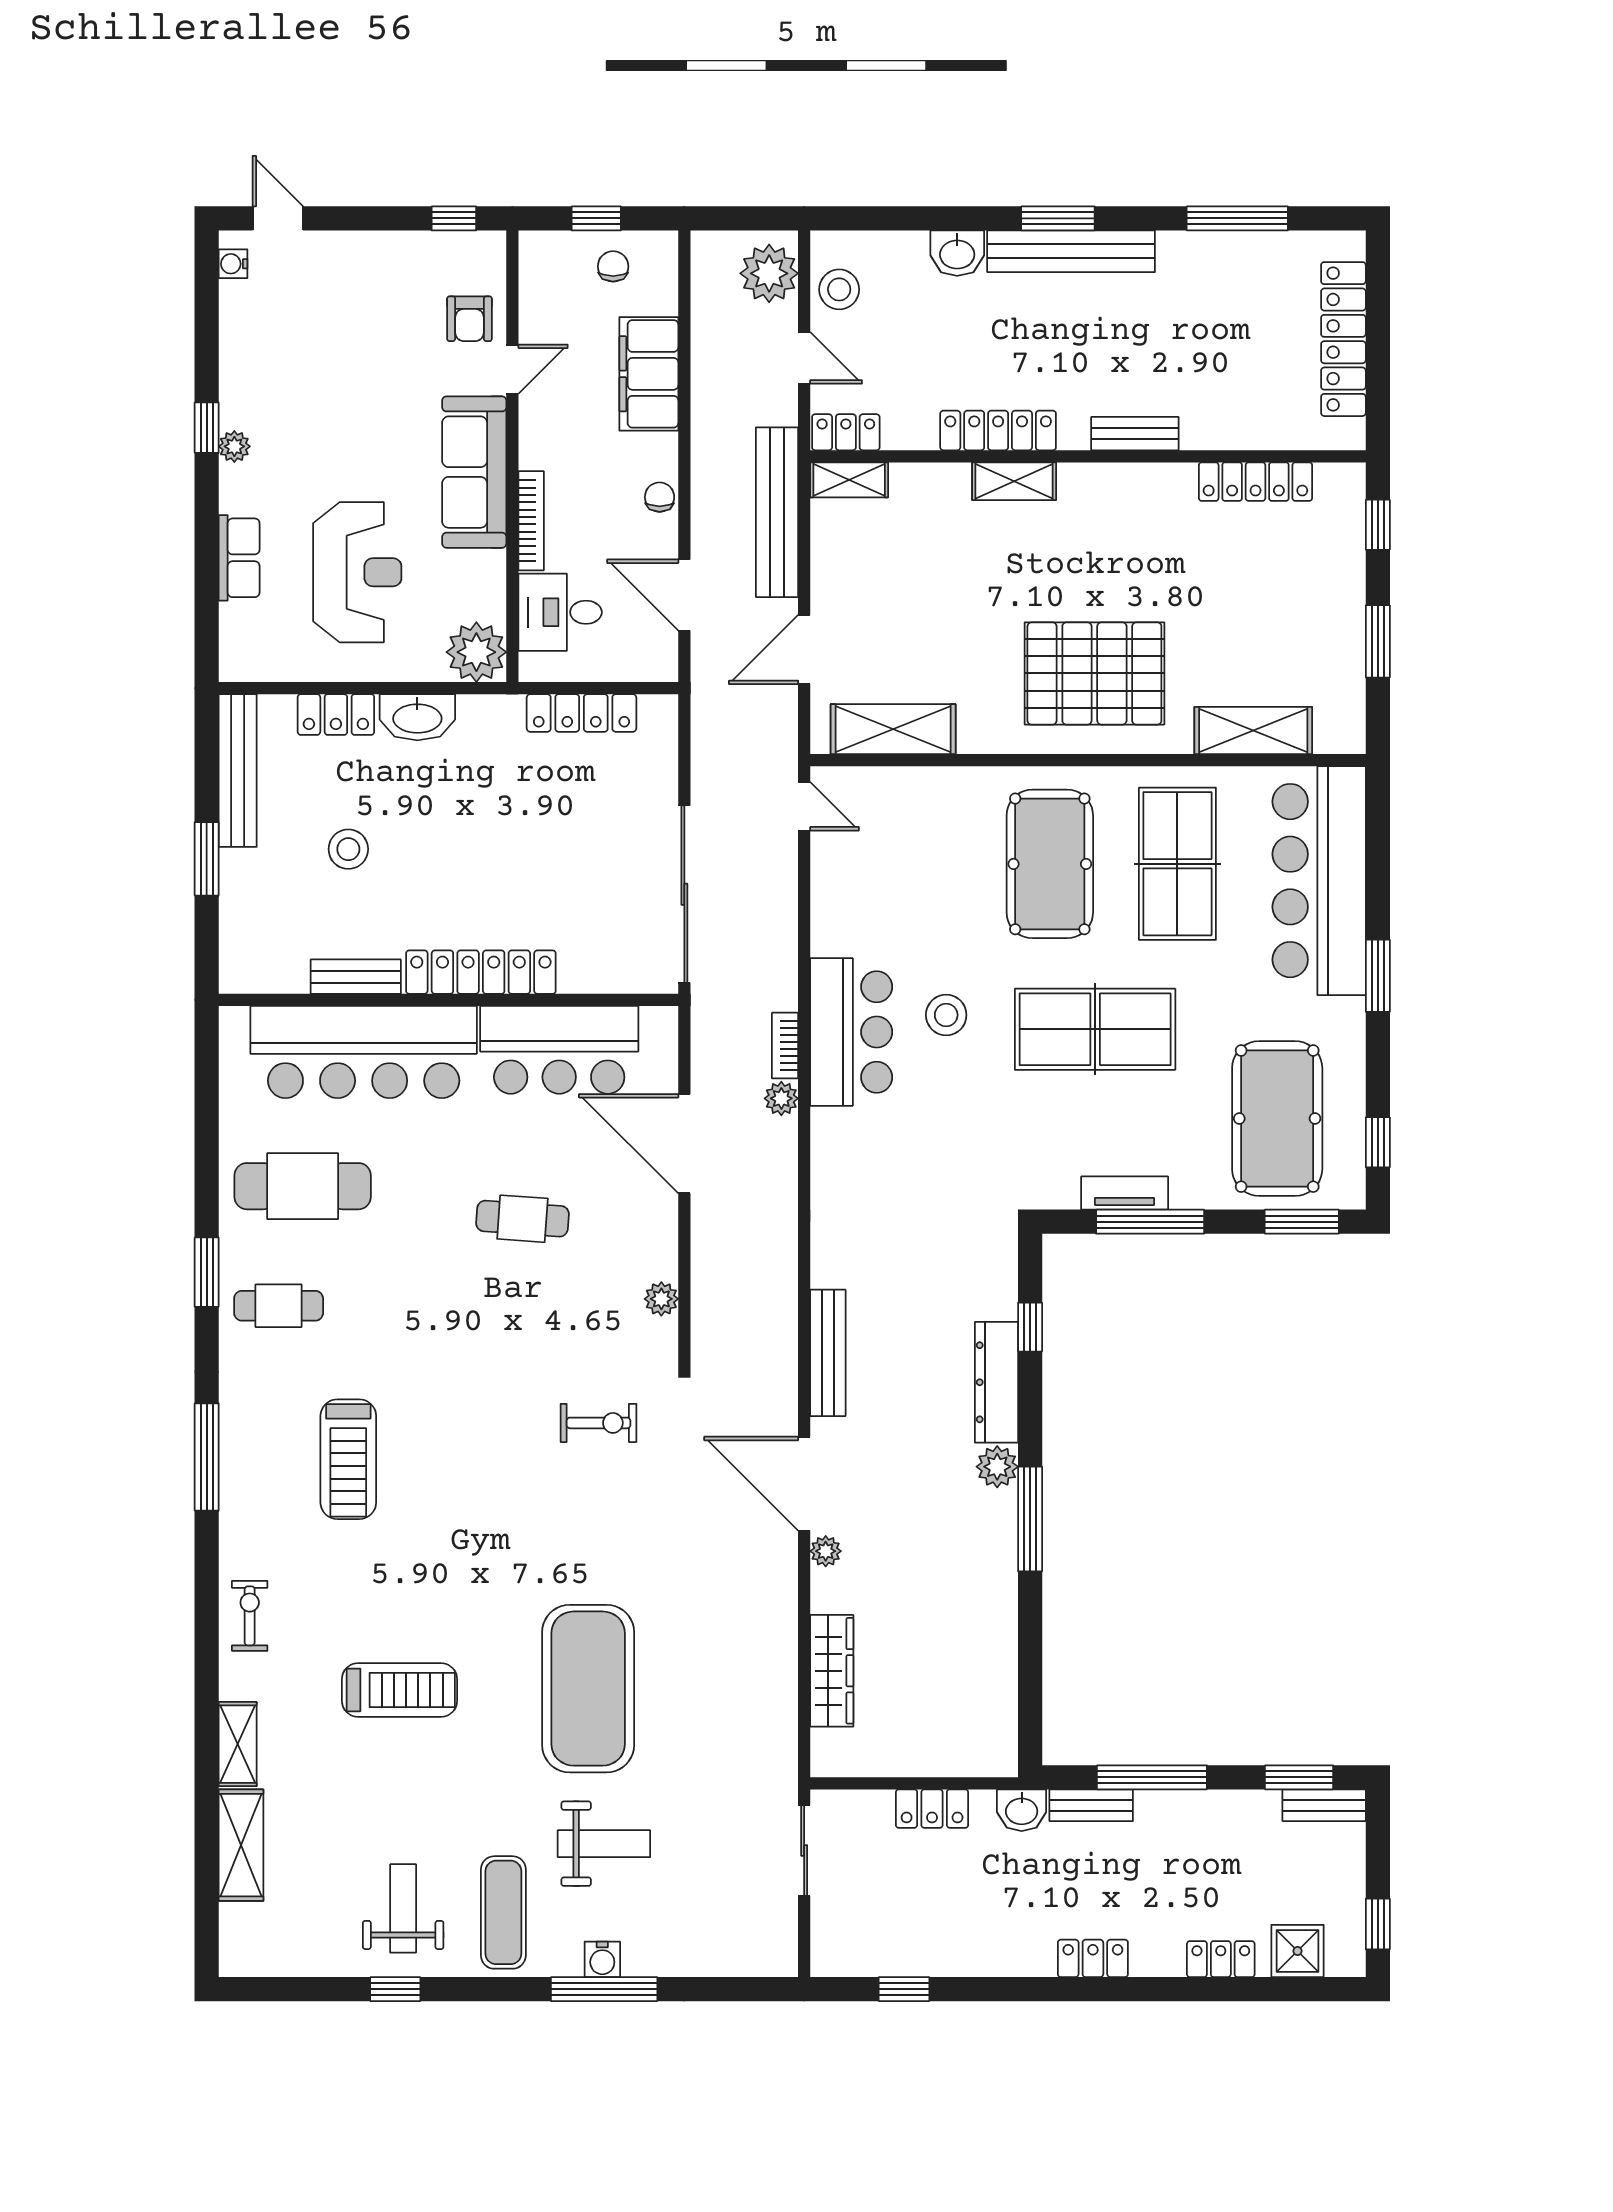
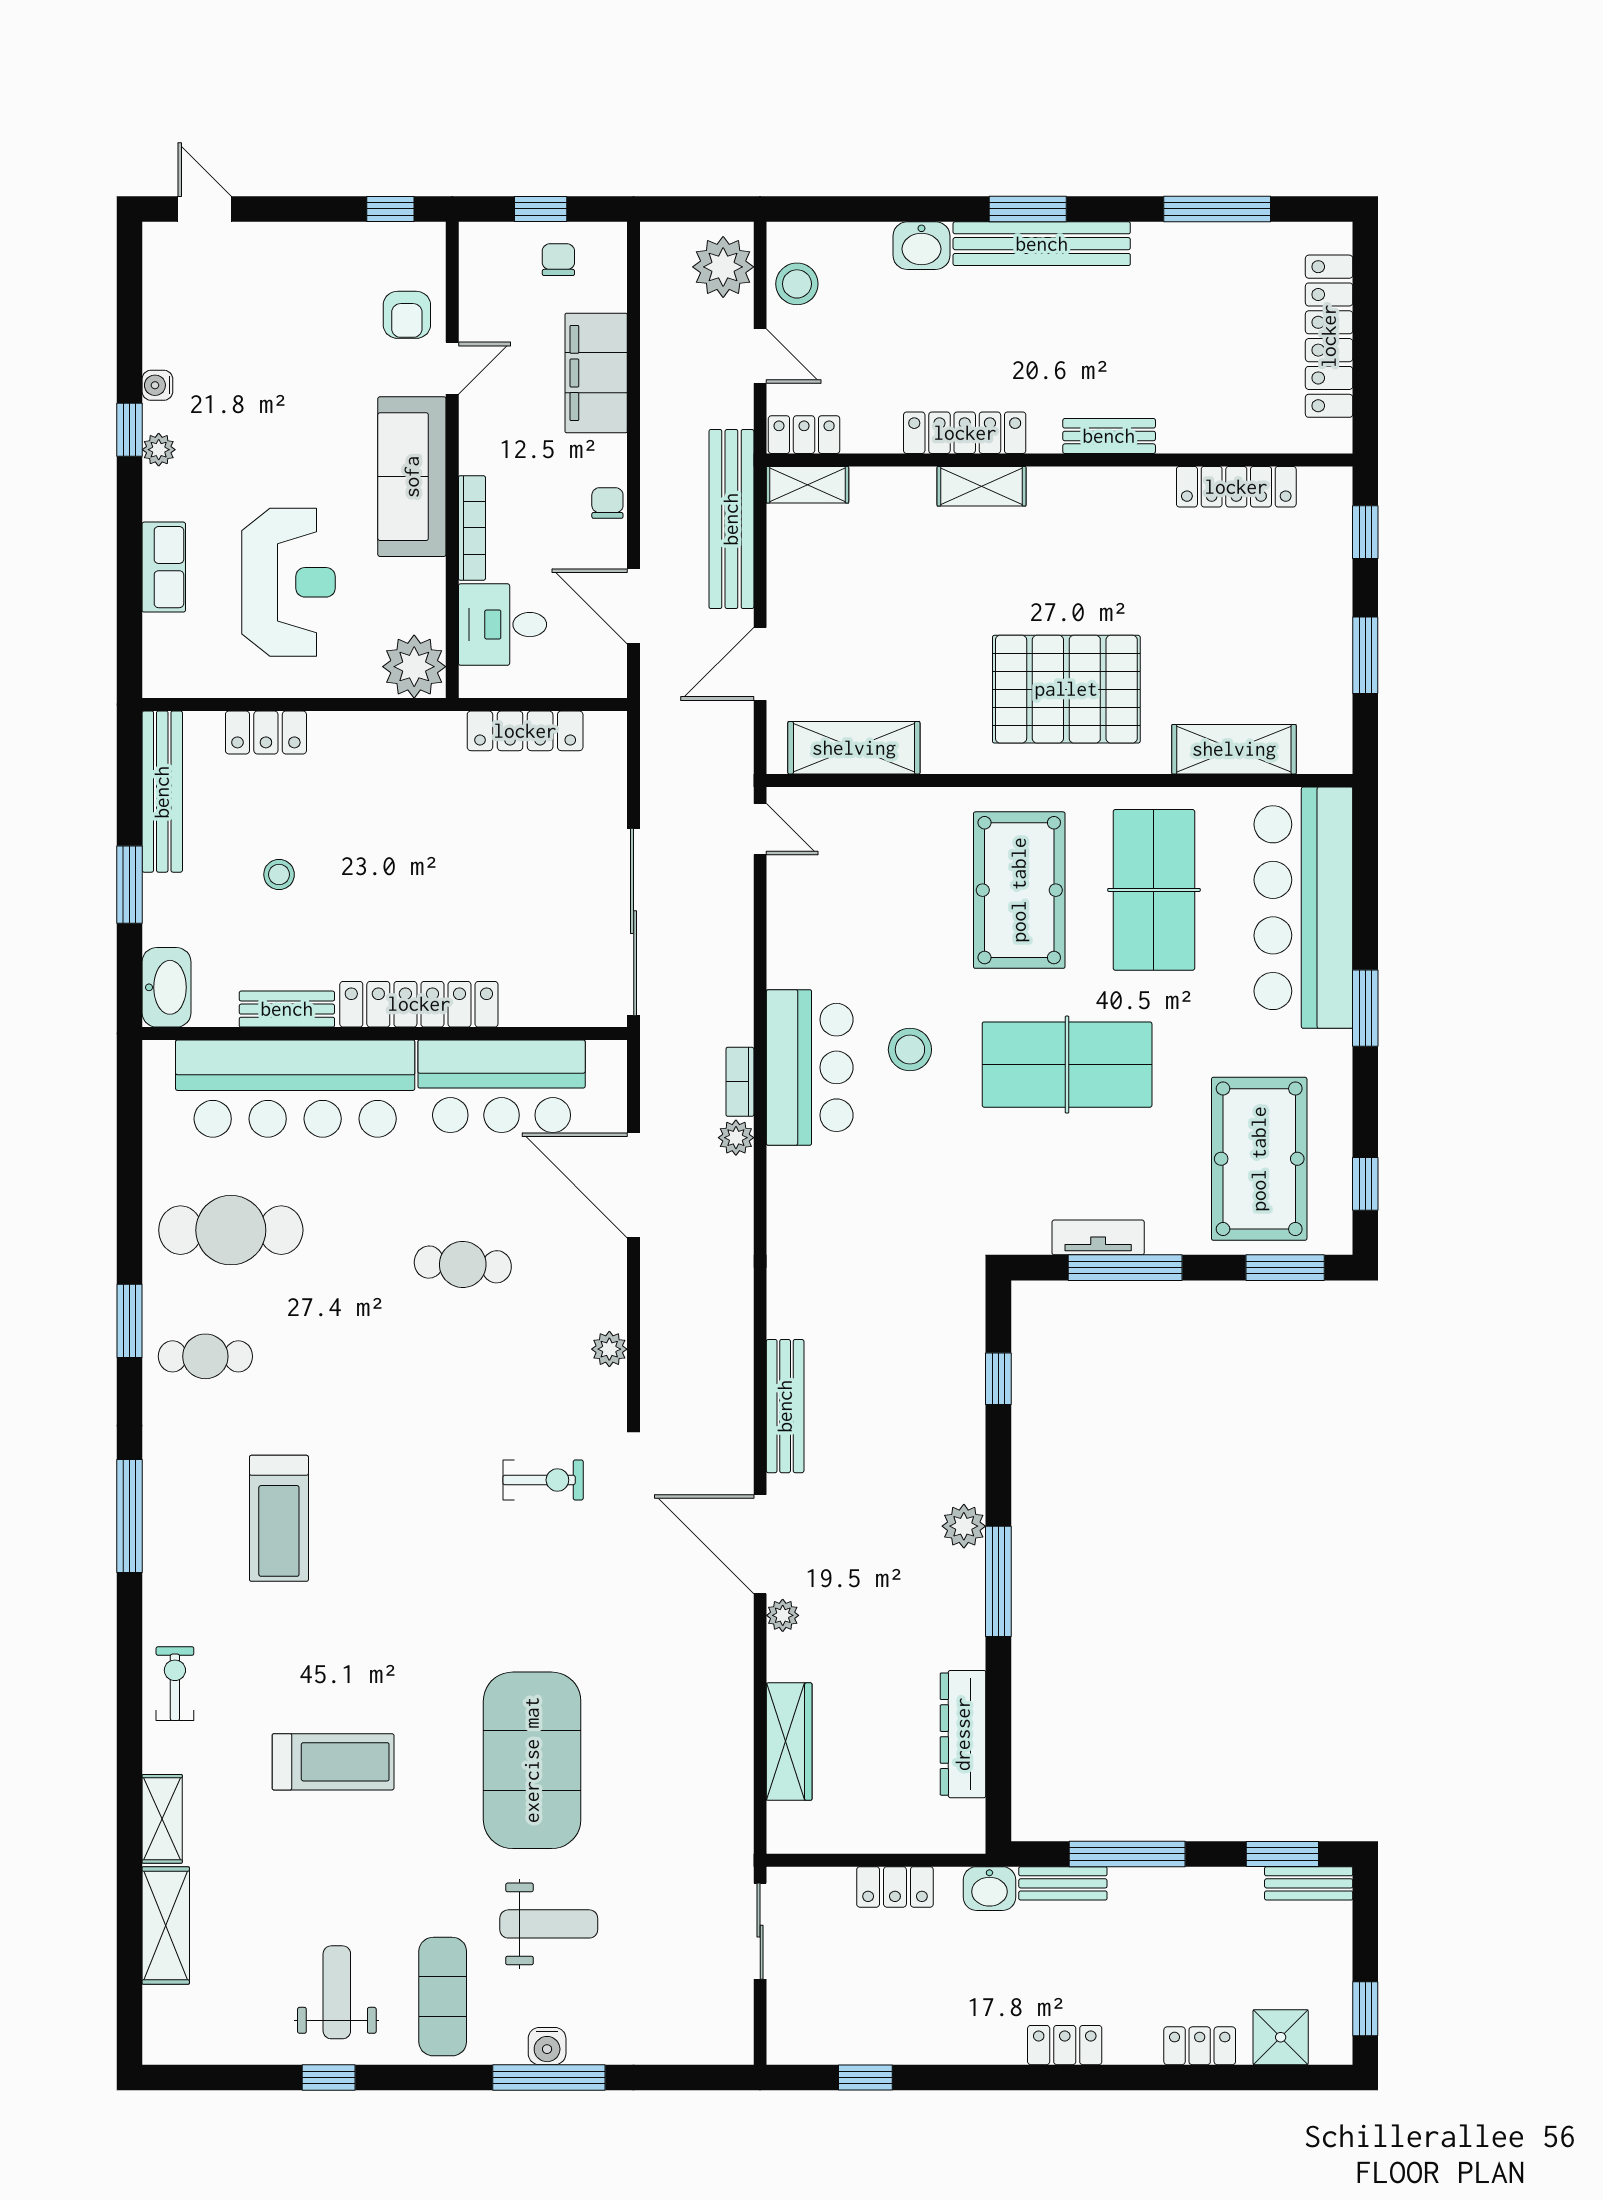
water cooler: (233, 264) -> (157, 385), moved
washbasin: (417, 717) -> (167, 987), moved, turned -90
stool: (348, 849) -> (279, 875), width x0.73, depth x0.73
dresser: (996, 1382) -> (963, 1734), moved

